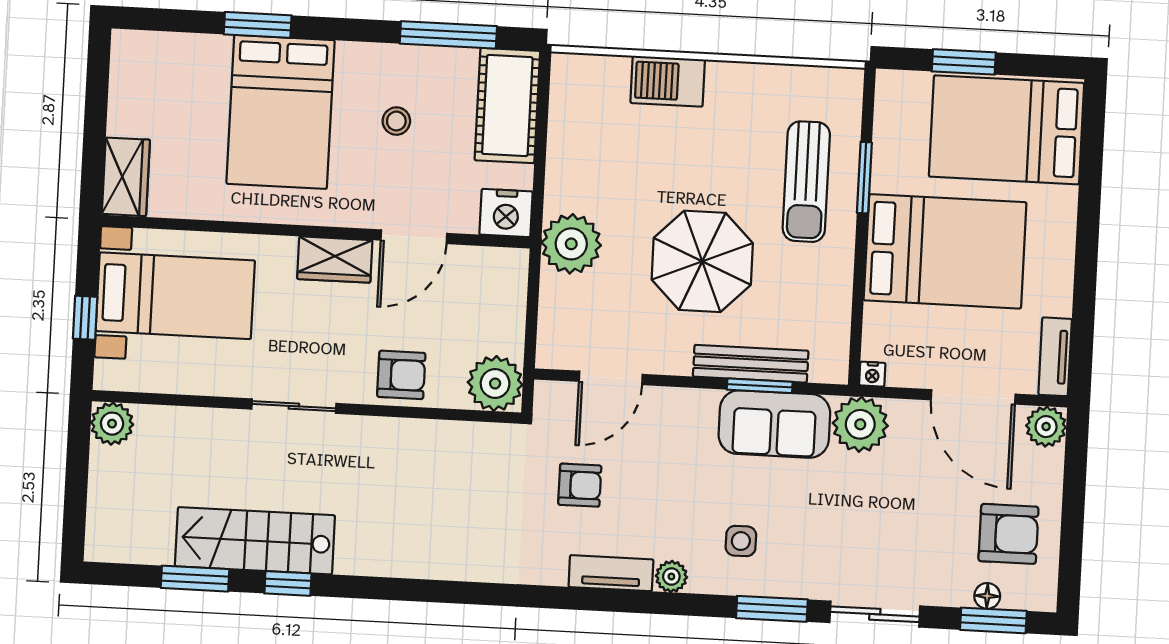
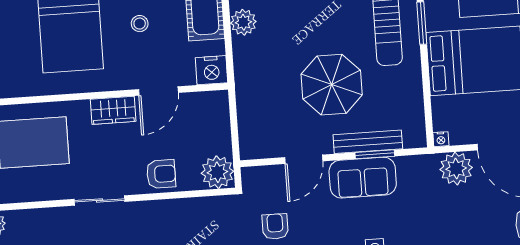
plant: (571, 244) -> (243, 22), moved, width x0.73, depth x0.73
door: (611, 378) -> (304, 159), moved
sofa: (774, 424) -> (363, 178), moved
plant: (860, 424) -> (456, 169), moved
armchair: (580, 485) -> (275, 226), turned -90

